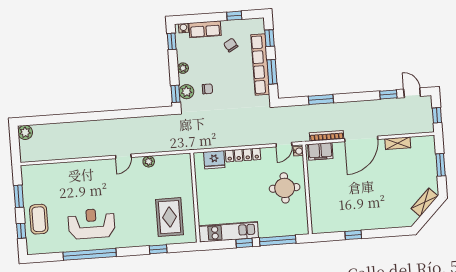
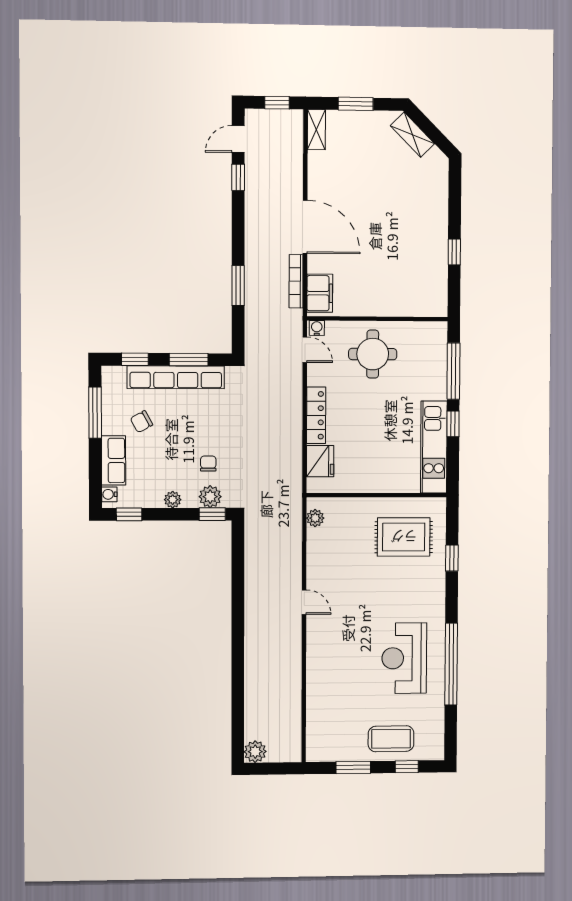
window: (234, 16) -> (95, 413), width x2.17
shelving: (398, 143) -> (316, 130), moved
plant: (149, 161) -> (315, 518), moved

